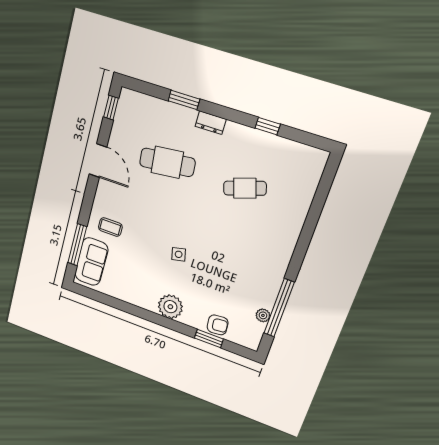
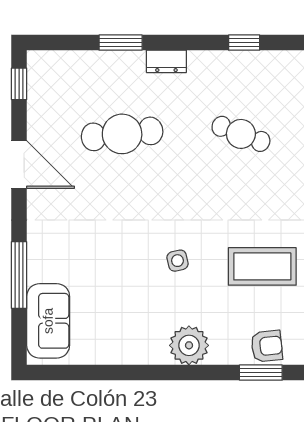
cafe table: (245, 188) -> (241, 134), turned 39
coffee table: (110, 227) -> (262, 266), moved, width x1.86, depth x1.72
window: (77, 245) -> (19, 275), moved

